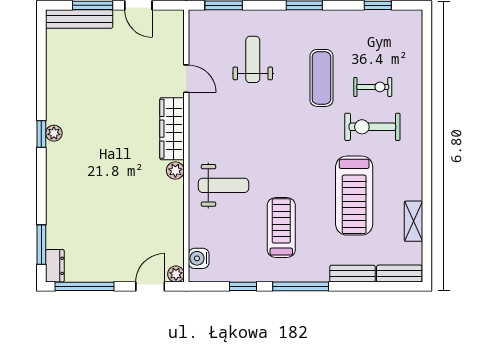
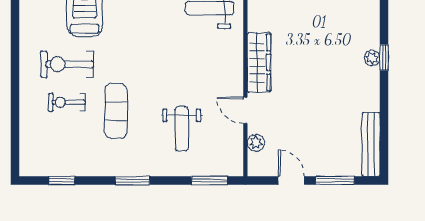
bench: (79, 19) -> (371, 144), moved, turned 90
exercise bike: (372, 127) -> (67, 64), turned 180
plant: (175, 170) -> (256, 143), moved

